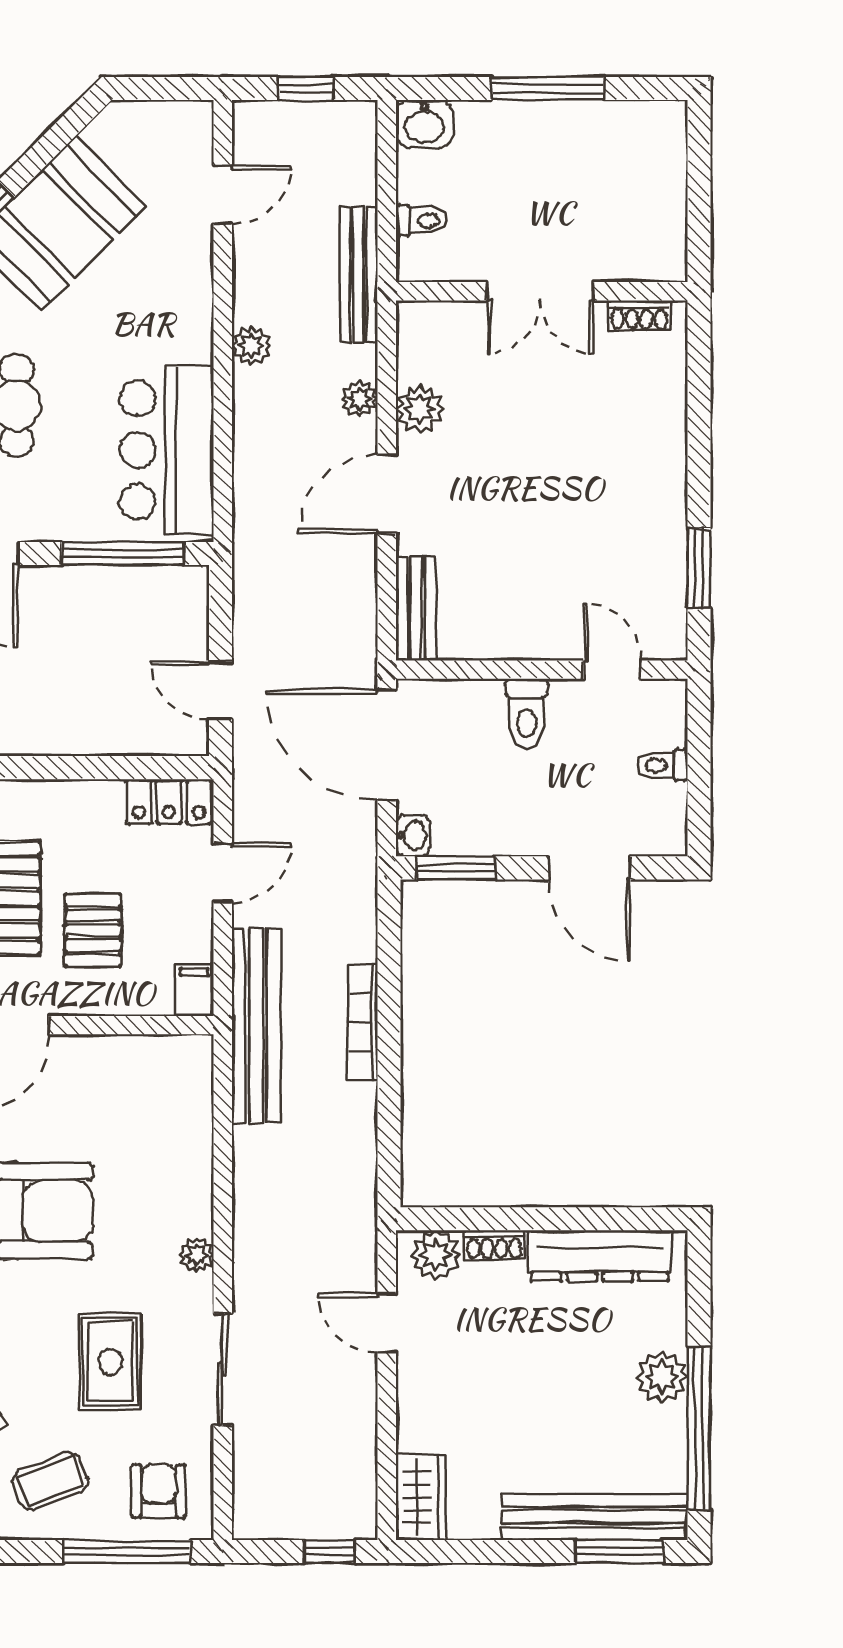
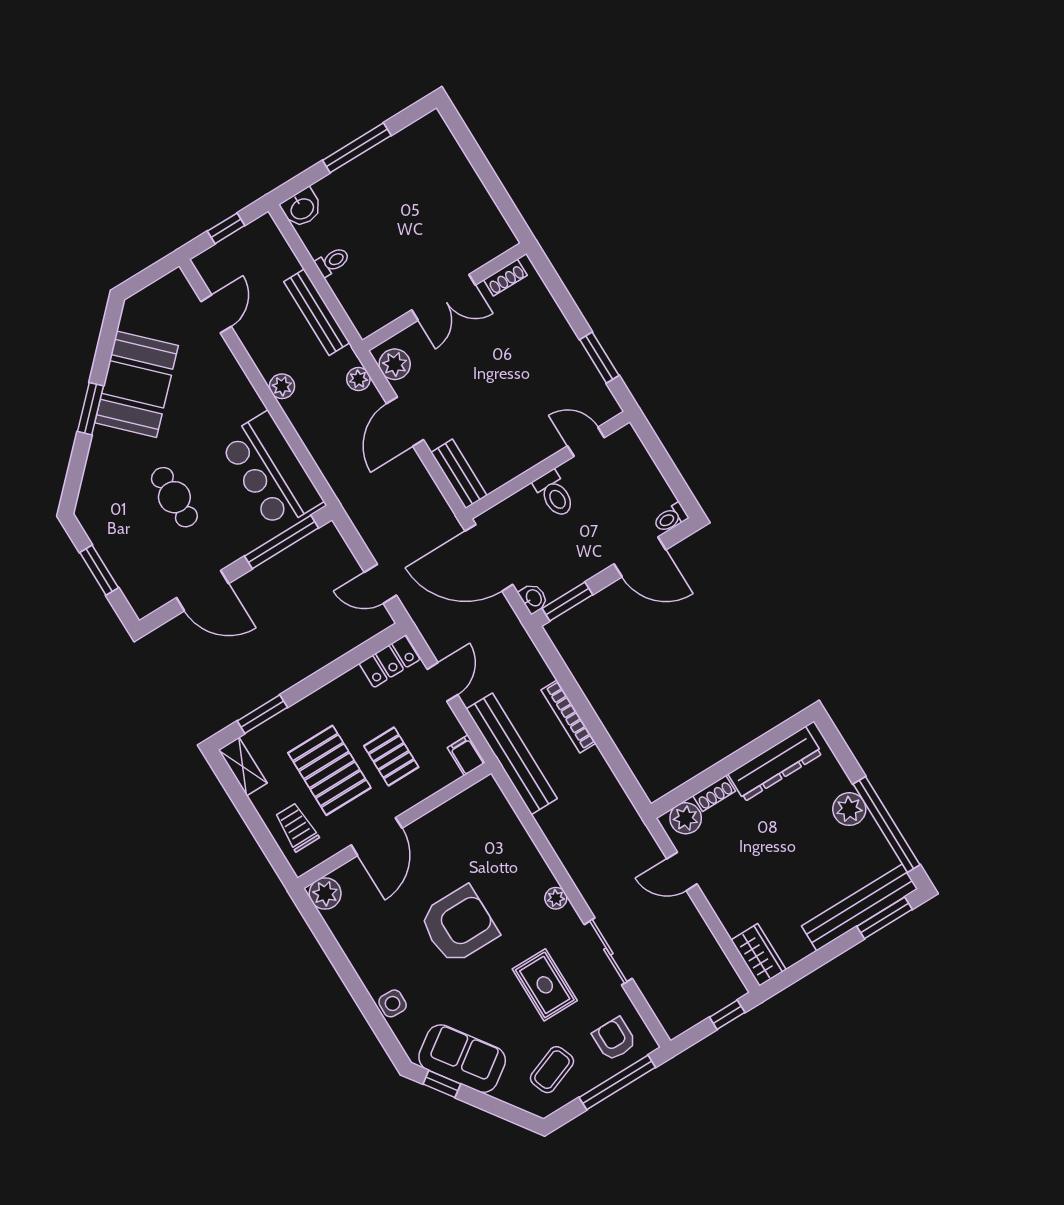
double door: (540, 291) -> (443, 297), moved
wall: (542, 291) -> (444, 297), moved
shoe rack: (639, 316) -> (505, 278), moved
toilet: (663, 765) -> (671, 518), moved

